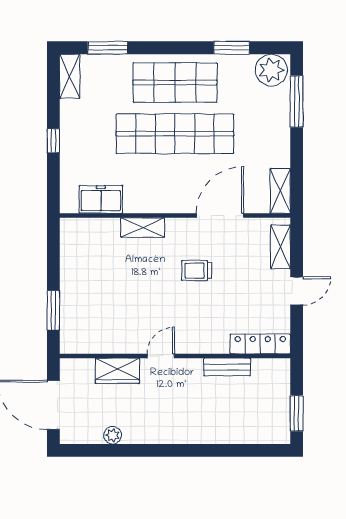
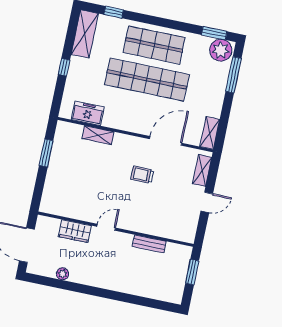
window: (108, 48) -> (114, 12), width x0.67
window: (232, 48) -> (214, 33), moved
shelving: (70, 76) -> (85, 34), width x1.50, depth x1.33
shelving: (143, 227) -> (98, 135), moved
window: (53, 310) -> (46, 153), moved
locker: (260, 344) -> (175, 233), removed
window: (297, 413) -> (192, 272), moved

